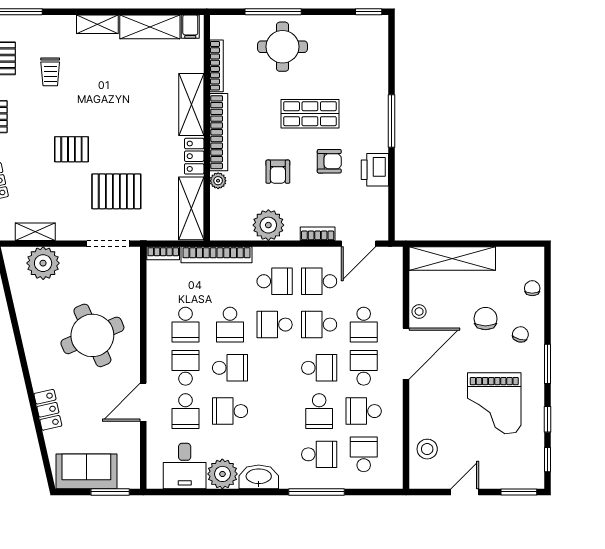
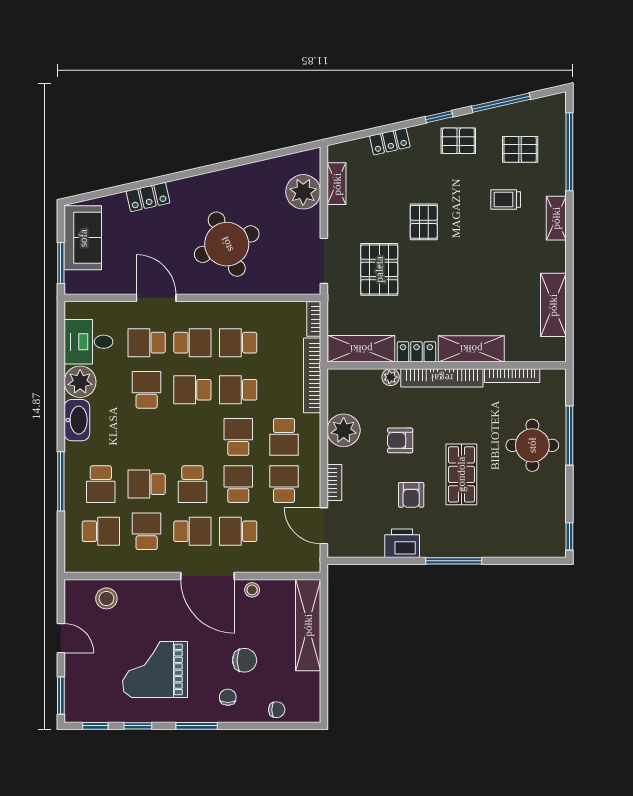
shelving: (97, 24) -> (556, 218), moved
filing cabinet: (190, 27) -> (554, 348), removed
chair: (520, 334) -> (228, 697), turned -106
school desk: (230, 368) -> (192, 390), turned 90

